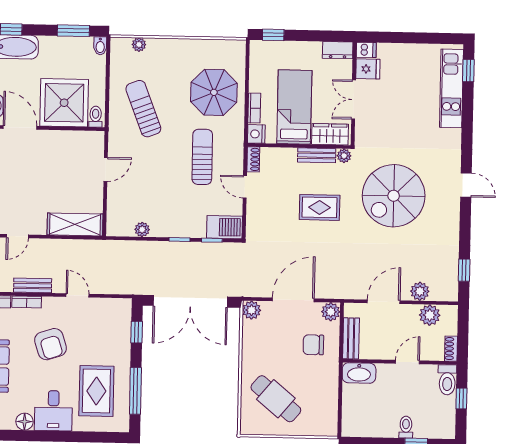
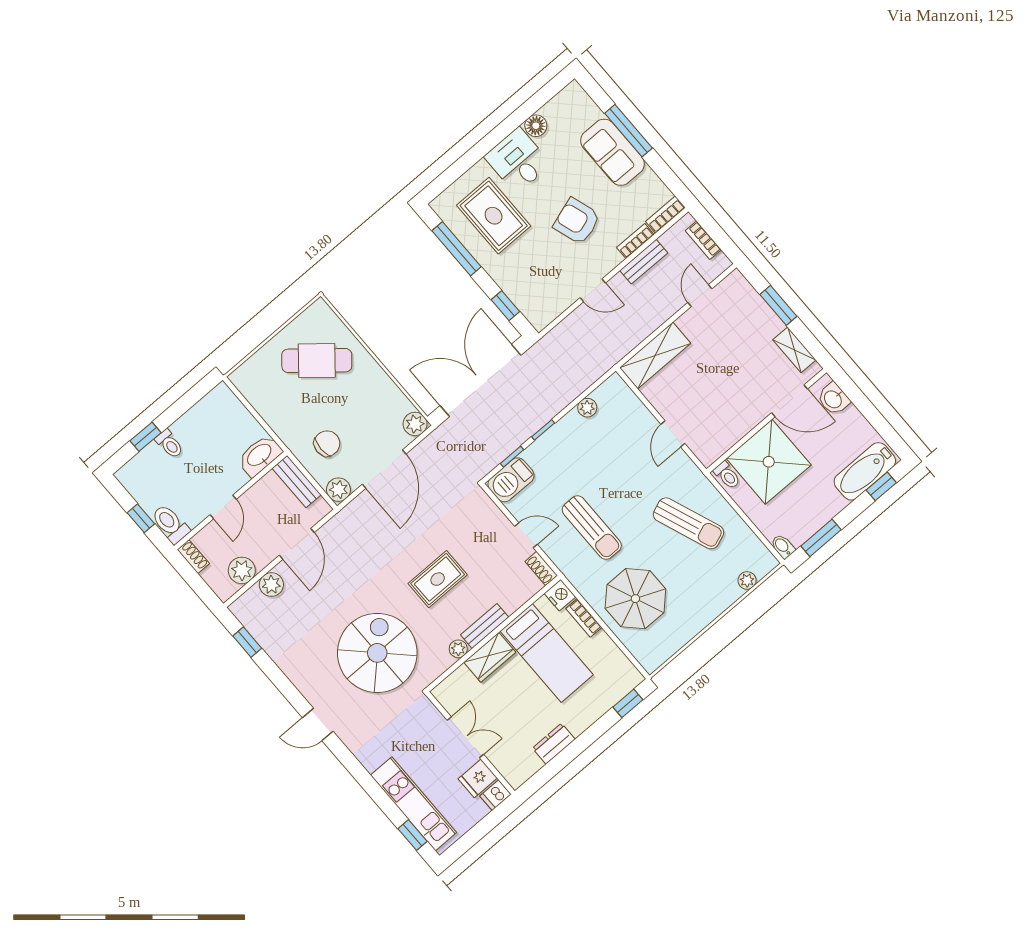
dishwasher: (366, 50) -> (495, 795), moved
fridge: (368, 69) -> (478, 778), moved
wall: (354, 94) -> (470, 743), moved
double door: (354, 100) -> (465, 737), moved

